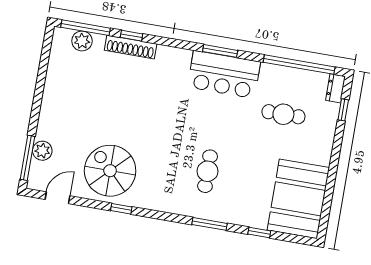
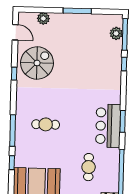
shoe rack: (131, 47) -> (117, 65), removed
window: (28, 158) -> (77, 11), moved
window: (210, 224) -> (13, 131), width x1.44

